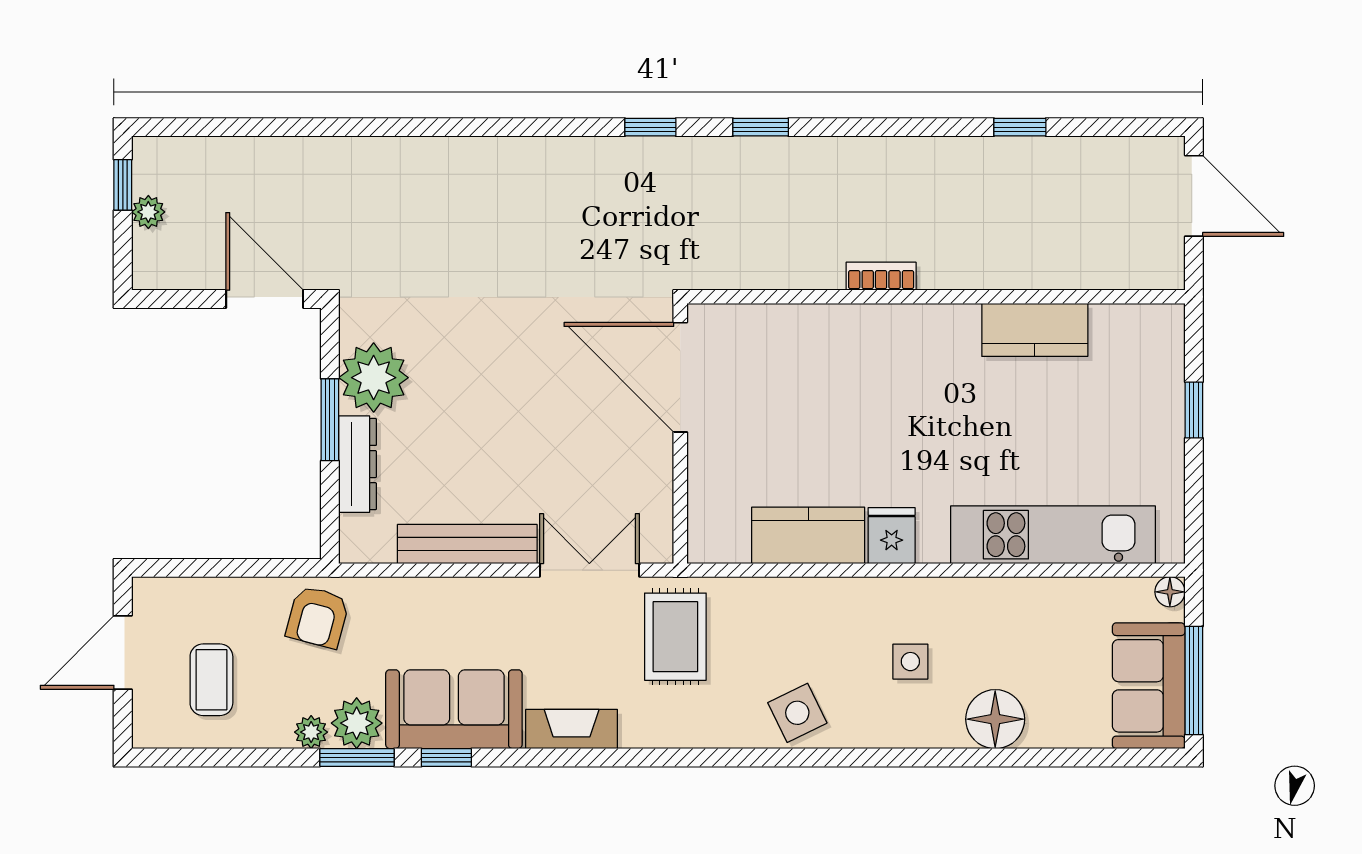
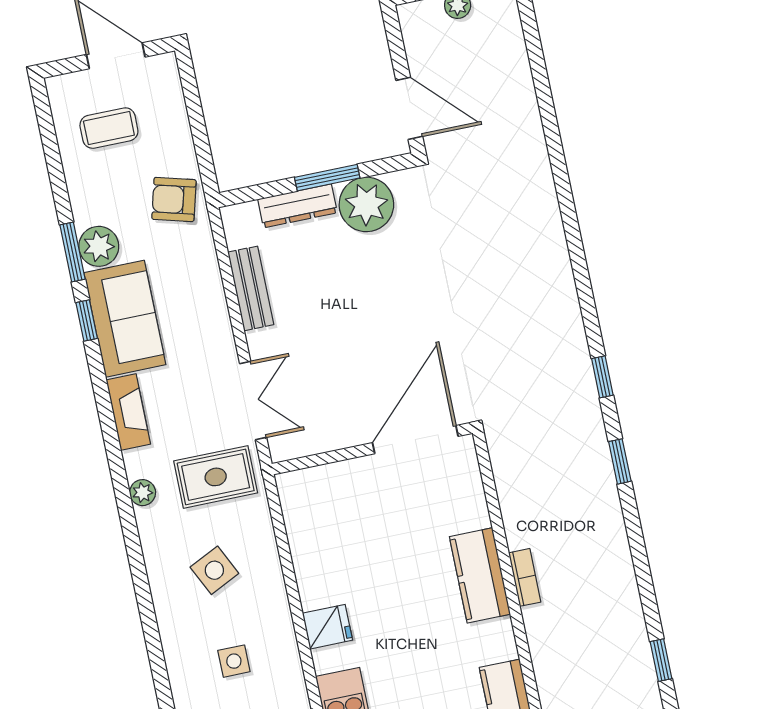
door: (265, 299) -> (409, 108), hinge flipped
kitchen counter: (808, 535) -> (480, 575), moved, turned 180
bench: (467, 544) -> (251, 288), width x0.73
side table: (797, 713) -> (214, 570), moved
plant: (311, 732) -> (143, 493), moved

